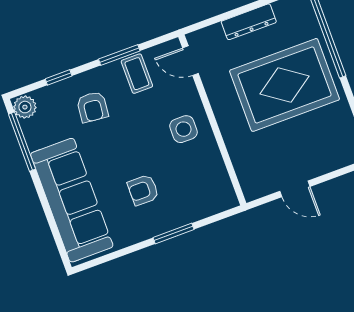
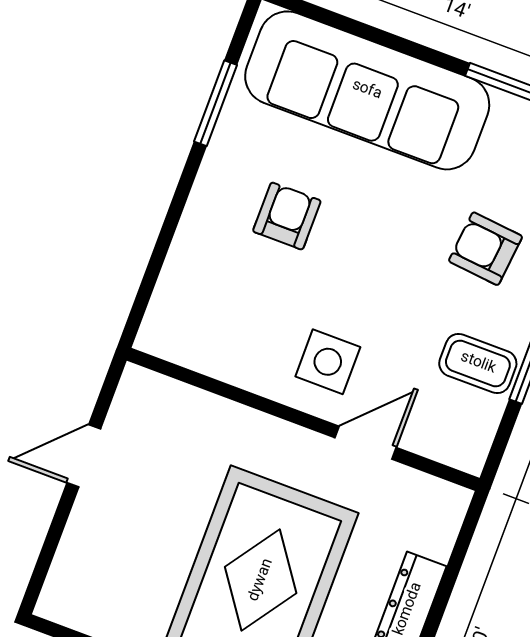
door: (191, 61) -> (366, 443), moved
window: (174, 233) -> (216, 103), moved

